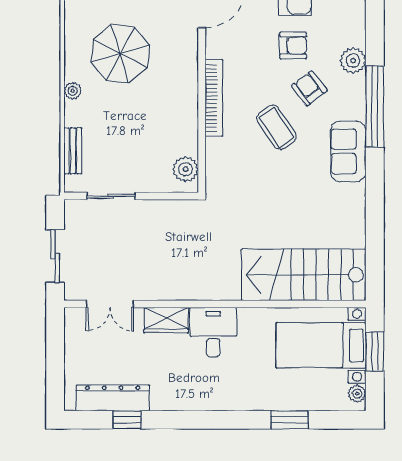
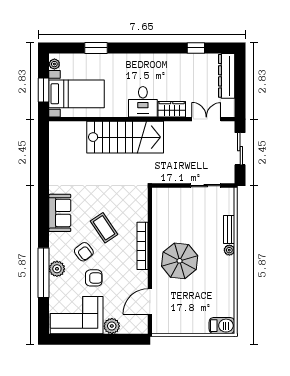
armchair: (293, 46) -> (94, 278), turned 180
parasol: (120, 54) -> (180, 261), moved
window: (375, 106) -> (44, 273), moved
bench: (73, 151) -> (229, 230), moved
plant: (186, 169) -> (160, 202), removed
stairs: (304, 275) -> (125, 137), moved
dresser: (113, 398) -> (227, 76), moved, turned 90

